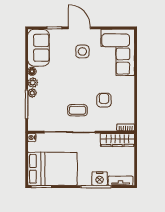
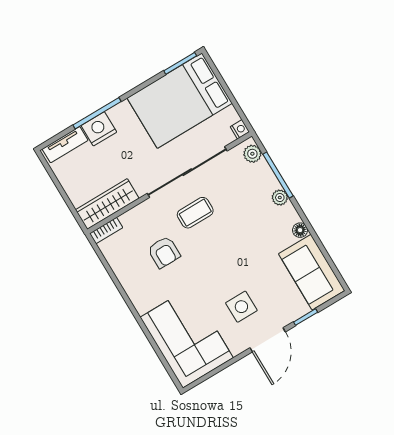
door: (79, 28) -> (268, 340), hinge flipped
plant: (33, 83) -> (252, 154), moved

